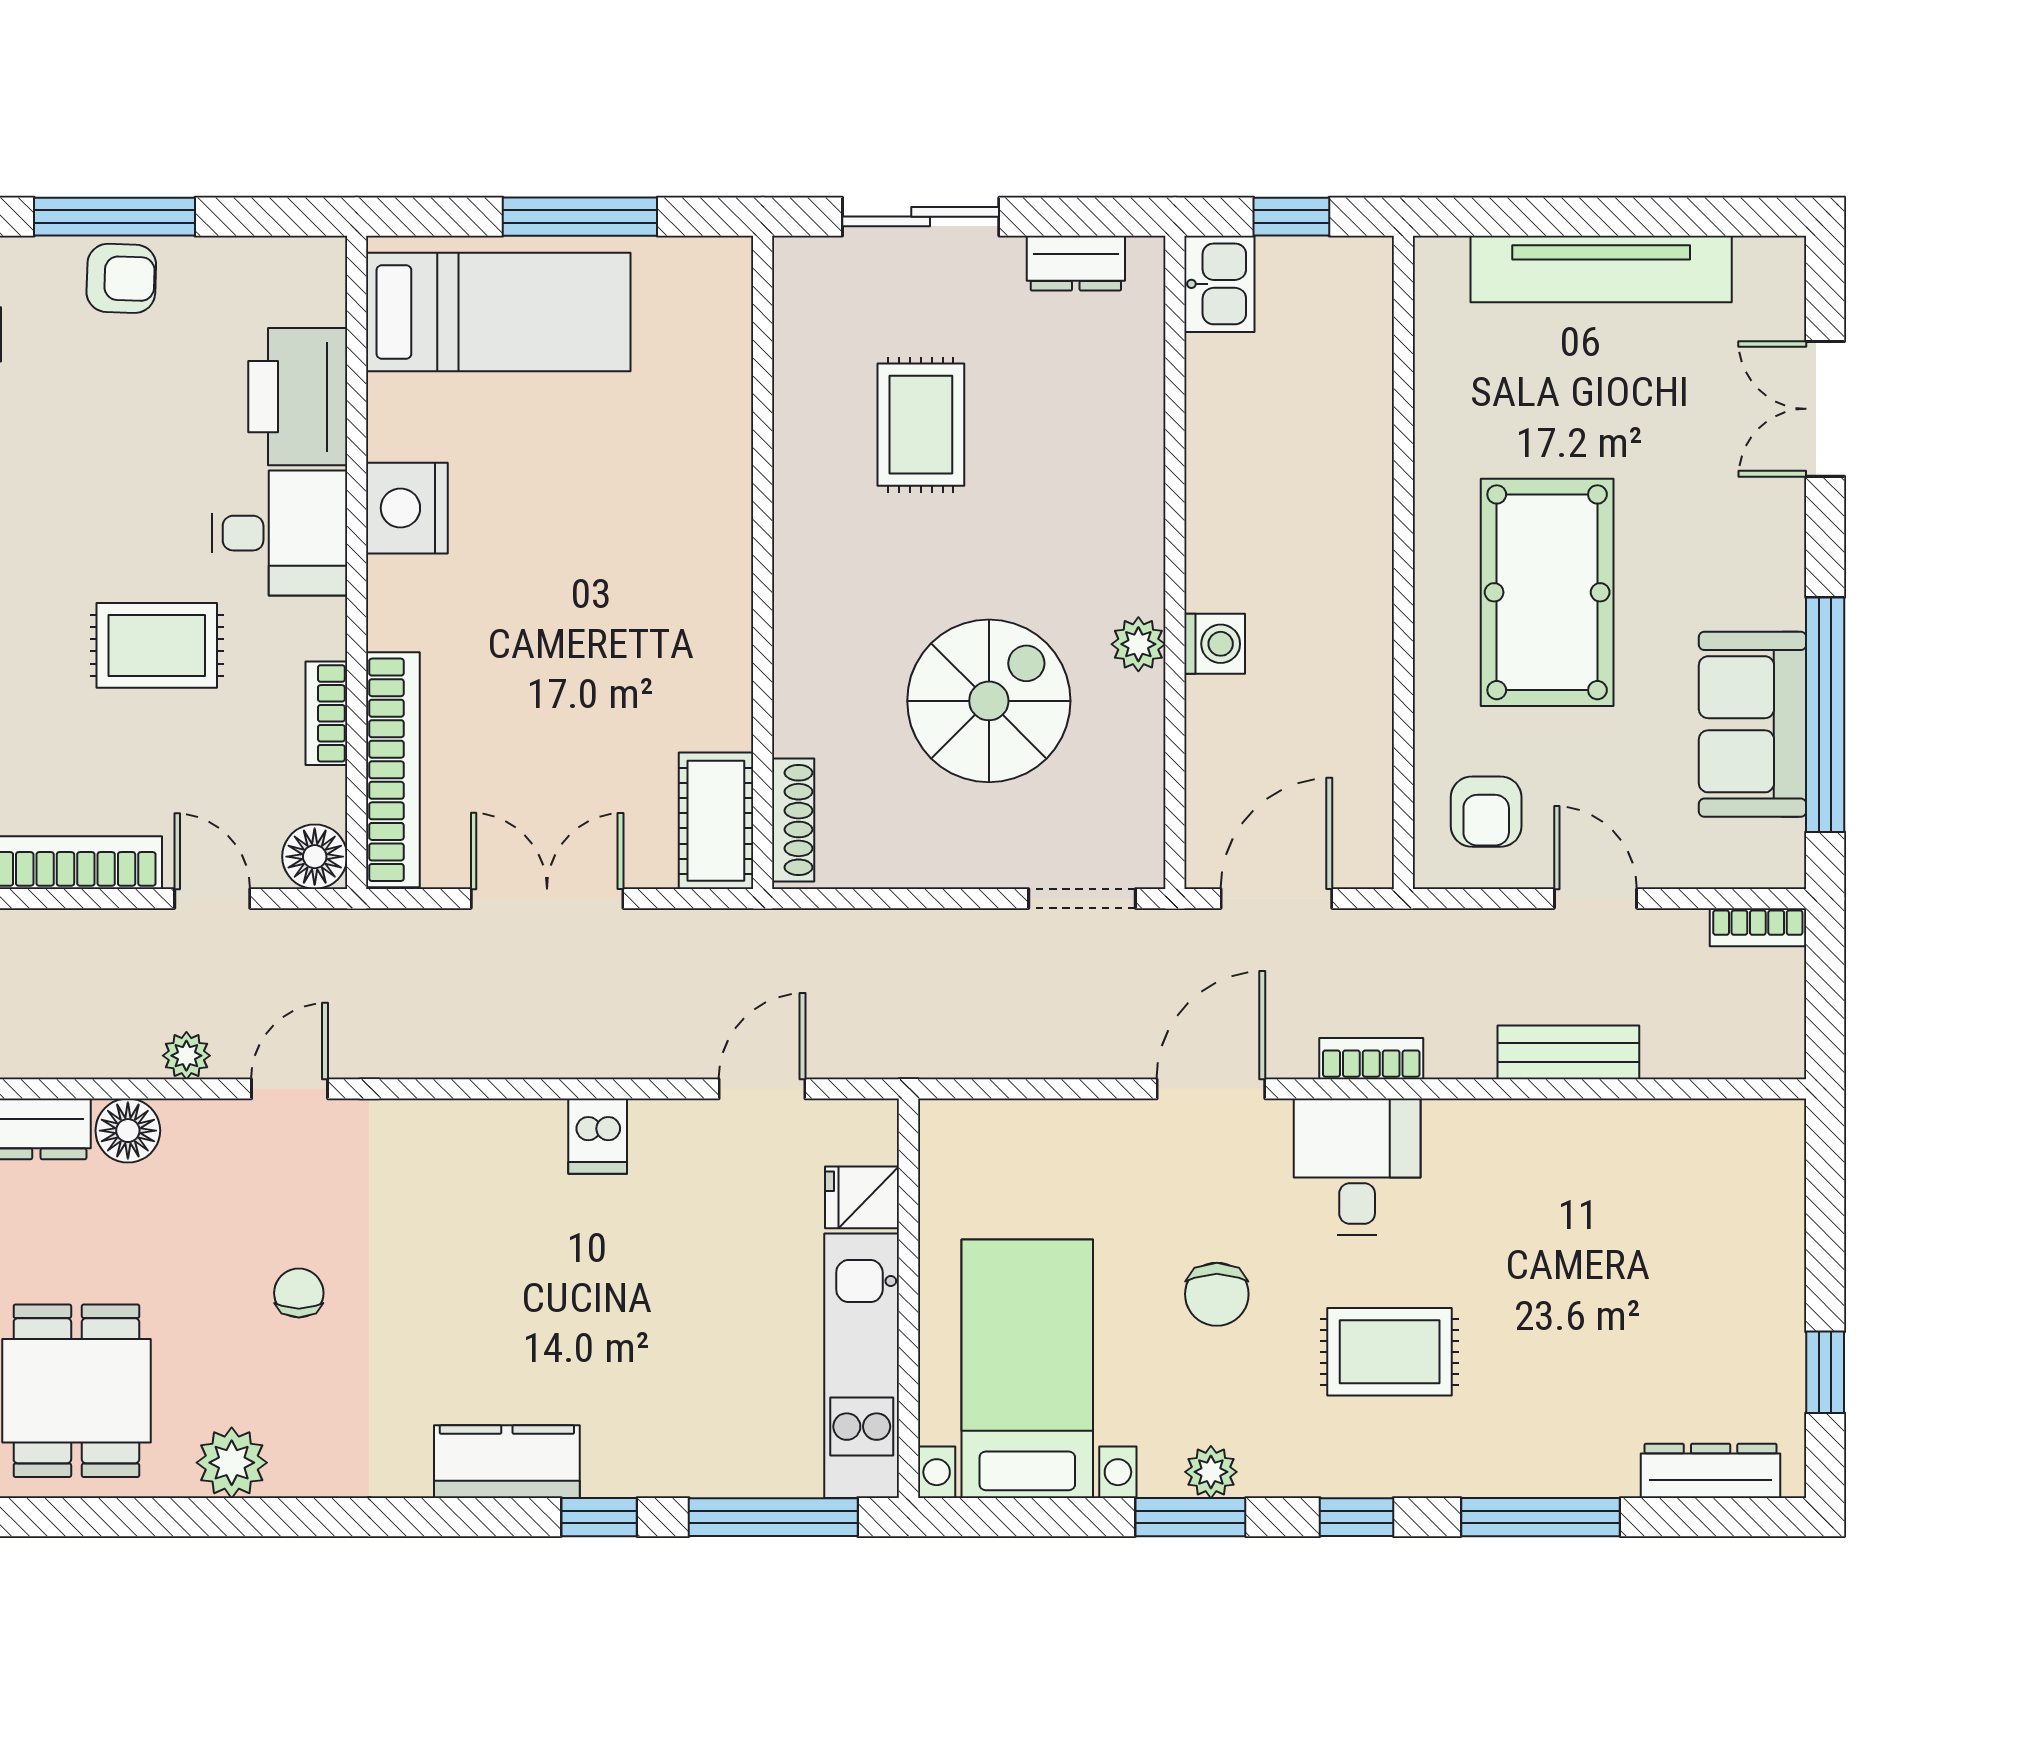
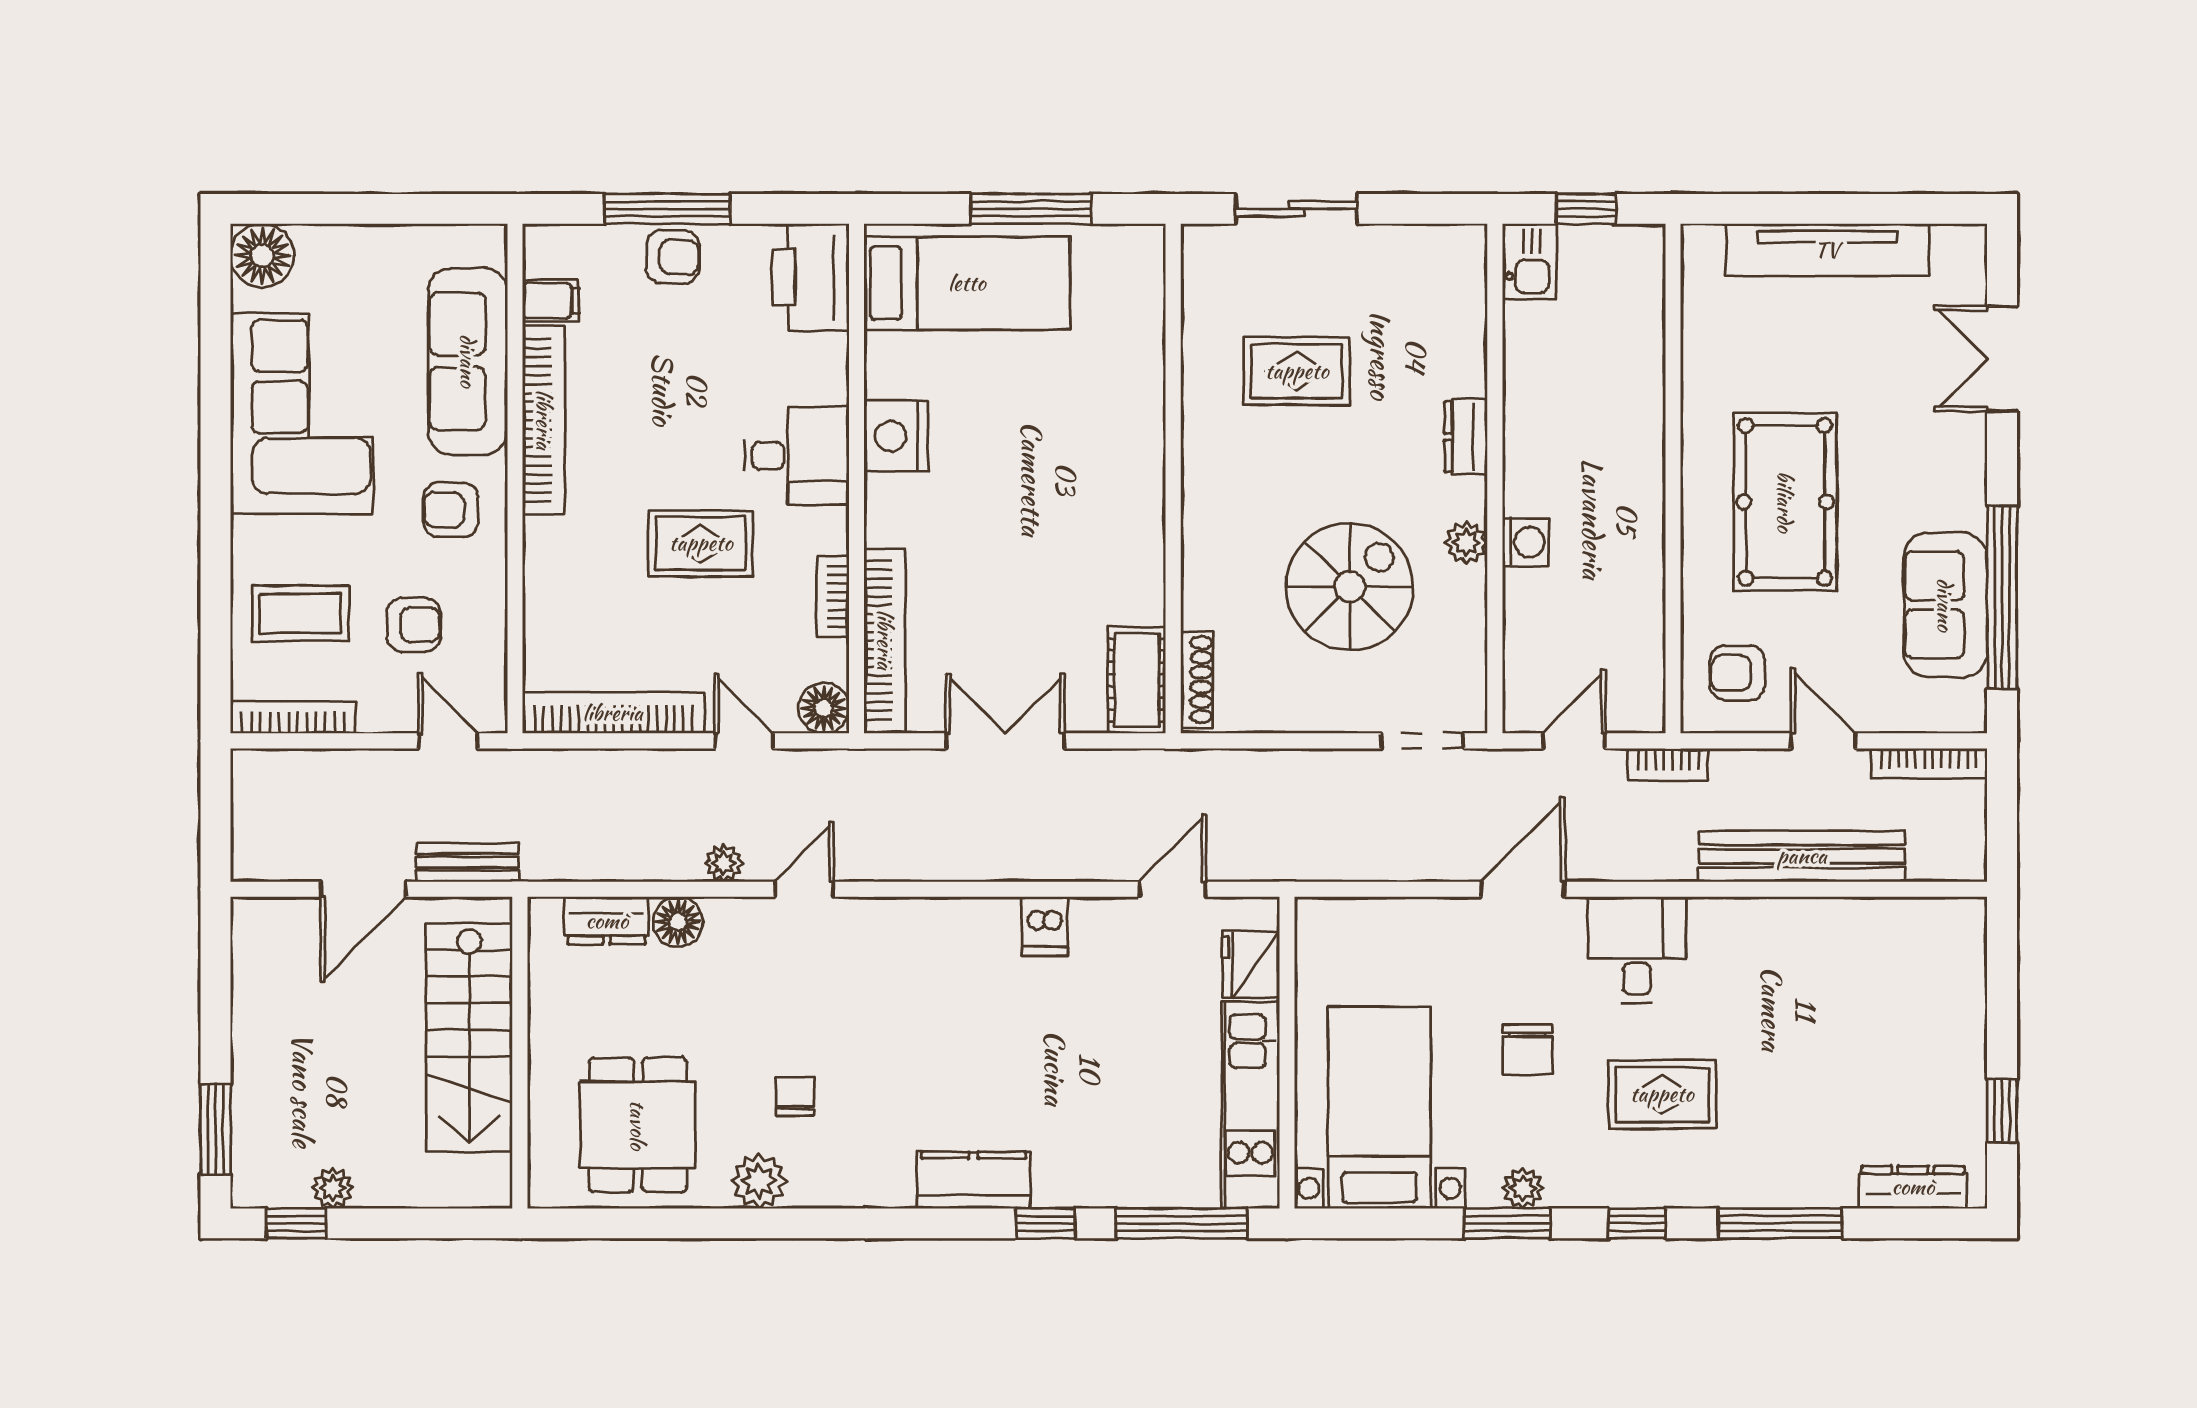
dresser: (1076, 263) -> (1466, 437), moved, turned 90
printer: (298, 397) -> (810, 277), moved
rug: (921, 425) -> (1297, 371), turned 90
armchair: (1486, 812) -> (1738, 673), turned 90
door: (1276, 899) -> (1574, 741), width x0.73
bookcase: (1758, 927) -> (1929, 763), width x1.56
bench: (1568, 1052) -> (1802, 856), width x1.86, depth x1.21
bookcase: (1371, 1059) -> (1668, 764), moved, turned 180
fridge: (862, 1197) -> (1251, 965), width x1.38
chair: (299, 1293) -> (795, 1096), moved

